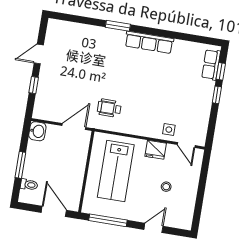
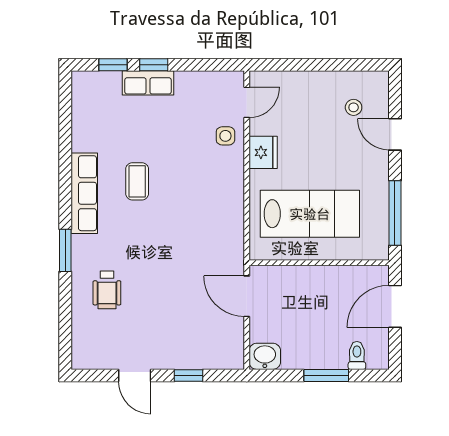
row of seats: (211, 65) -> (148, 83), moved
coffee table: (151, 74) -> (137, 181), added
wheelchair: (109, 108) -> (107, 290), moved
stool: (166, 187) -> (354, 107), moved

